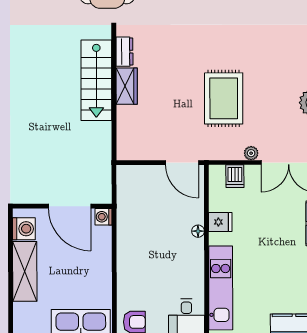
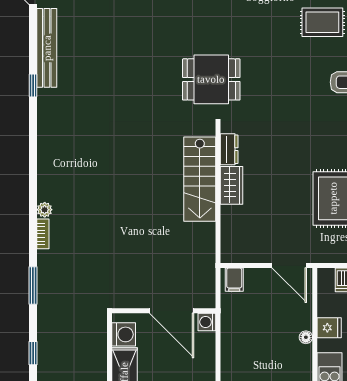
filing cabinet: (129, 176) -> (234, 280), added

